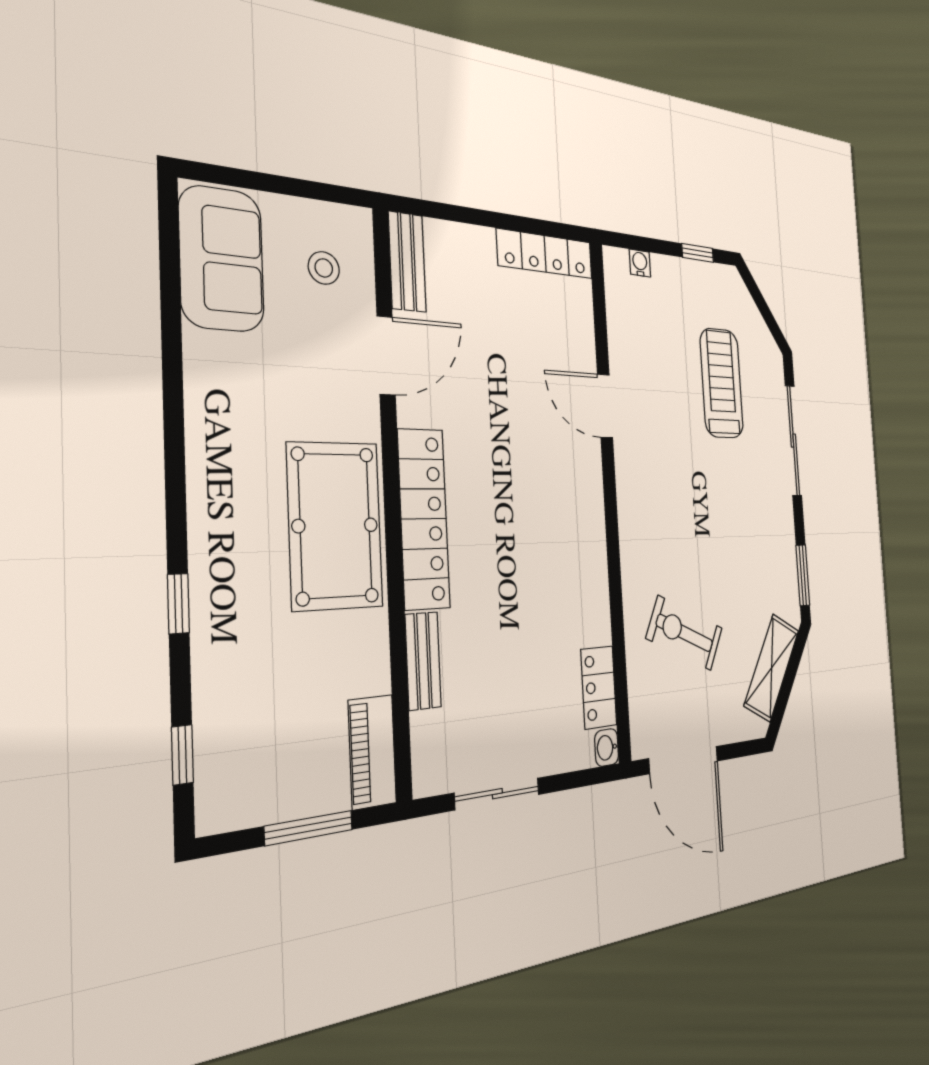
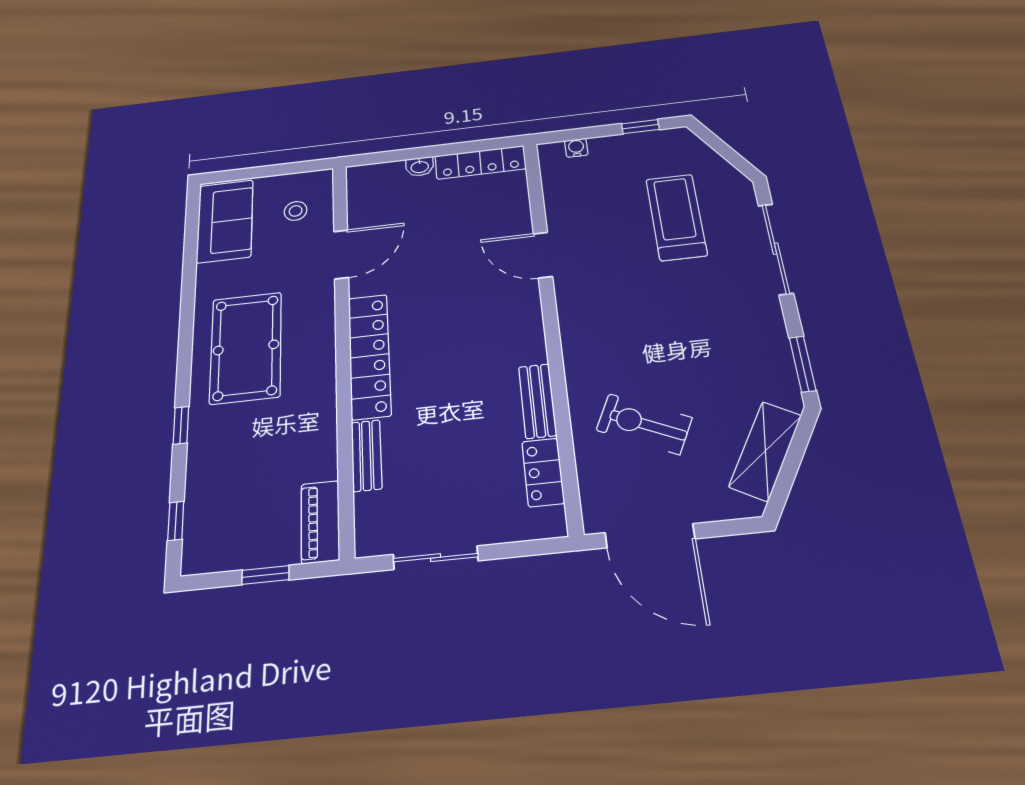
bench: (407, 262) -> (537, 401), moved
pool table: (335, 525) -> (246, 347), moved
washbasin: (607, 748) -> (420, 167), moved, turned -90
window: (309, 828) -> (265, 575), width x0.67

